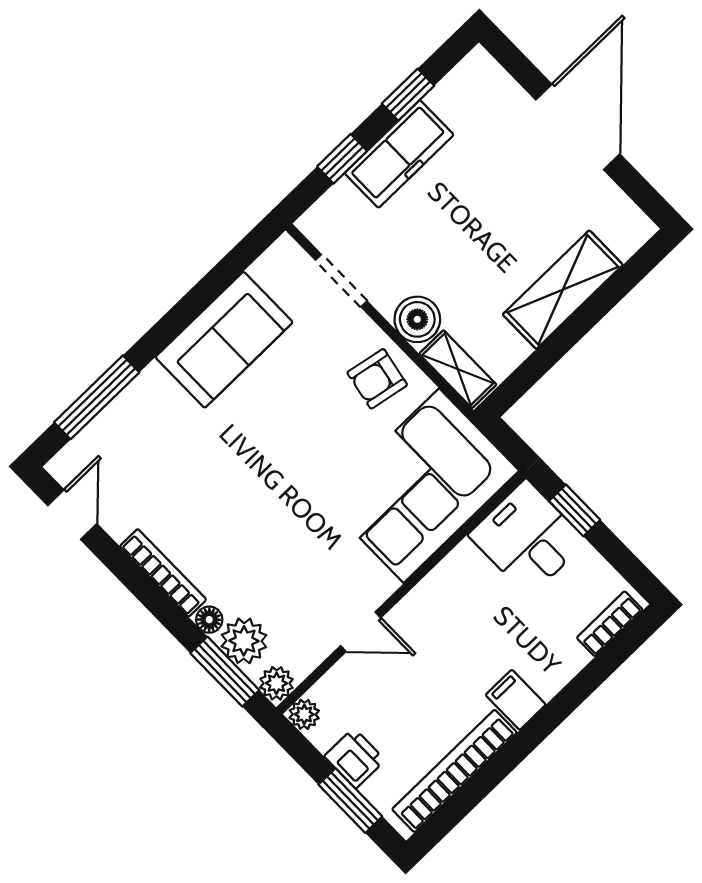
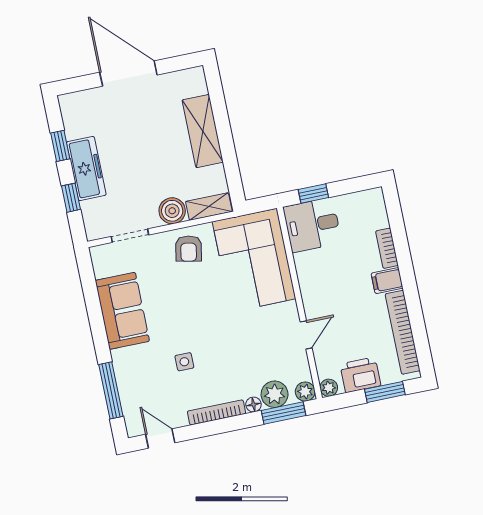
side table: (207, 478) -> (184, 362), added
bookcase: (610, 624) -> (387, 248), moved
printer: (355, 758) -> (360, 375), width x1.36, depth x1.24

